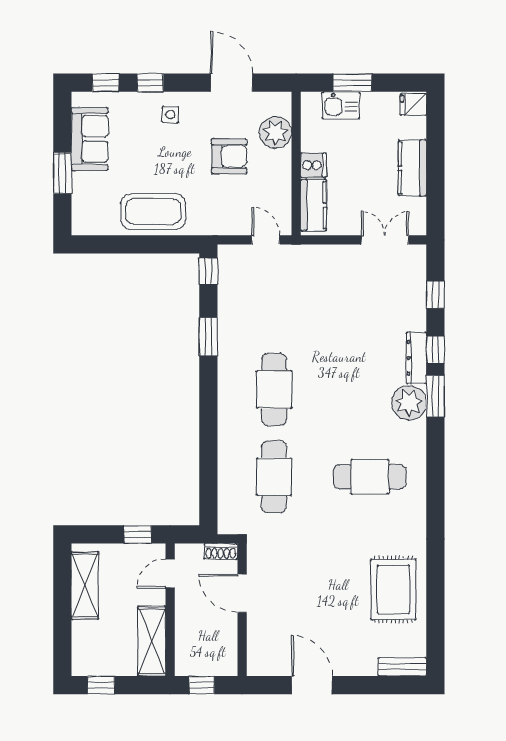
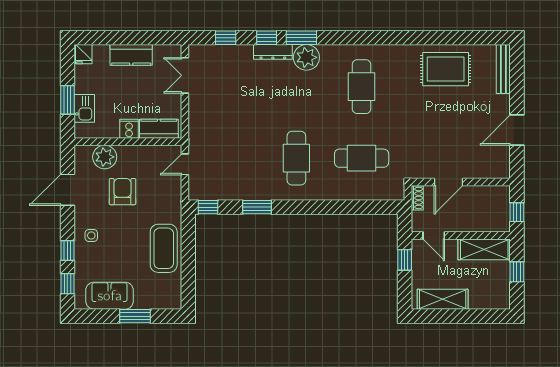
cafe table: (274, 389) -> (296, 158), turned 90
bench: (402, 667) -> (503, 69), width x1.36
window: (101, 685) -> (517, 272), moved

